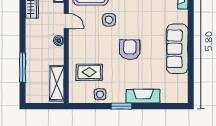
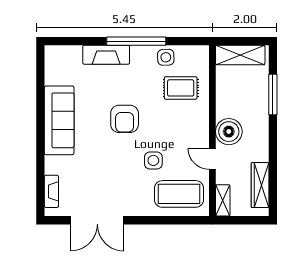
boiler: (59, 41) -> (229, 132), width x1.86, depth x1.86
shelving: (57, 83) -> (240, 55), moved, turned 90
window: (121, 106) -> (136, 41), width x2.11

